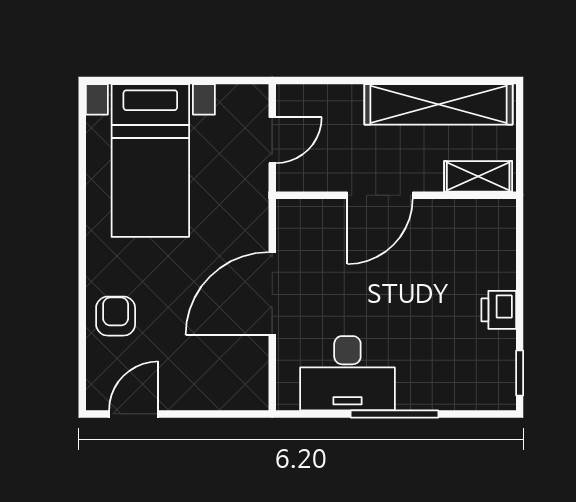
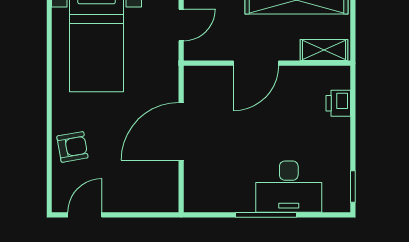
printer: (499, 310) -> (338, 103), moved
armchair: (116, 316) -> (72, 147), turned 80
desk: (347, 373) -> (289, 187), moved

